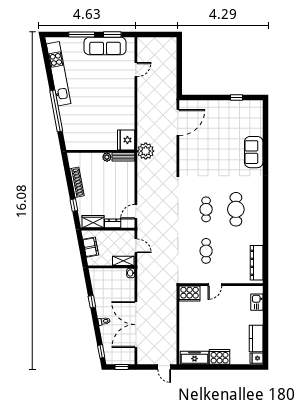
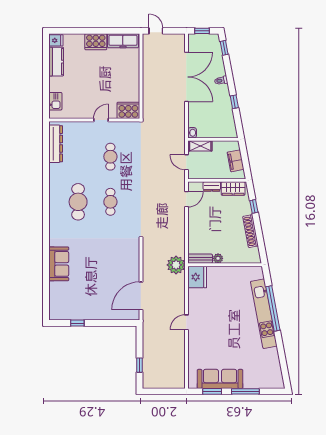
window: (179, 59) -> (139, 365), added
door: (136, 70) -> (186, 322), moved
kitchen unit: (59, 74) -> (264, 314), moved

